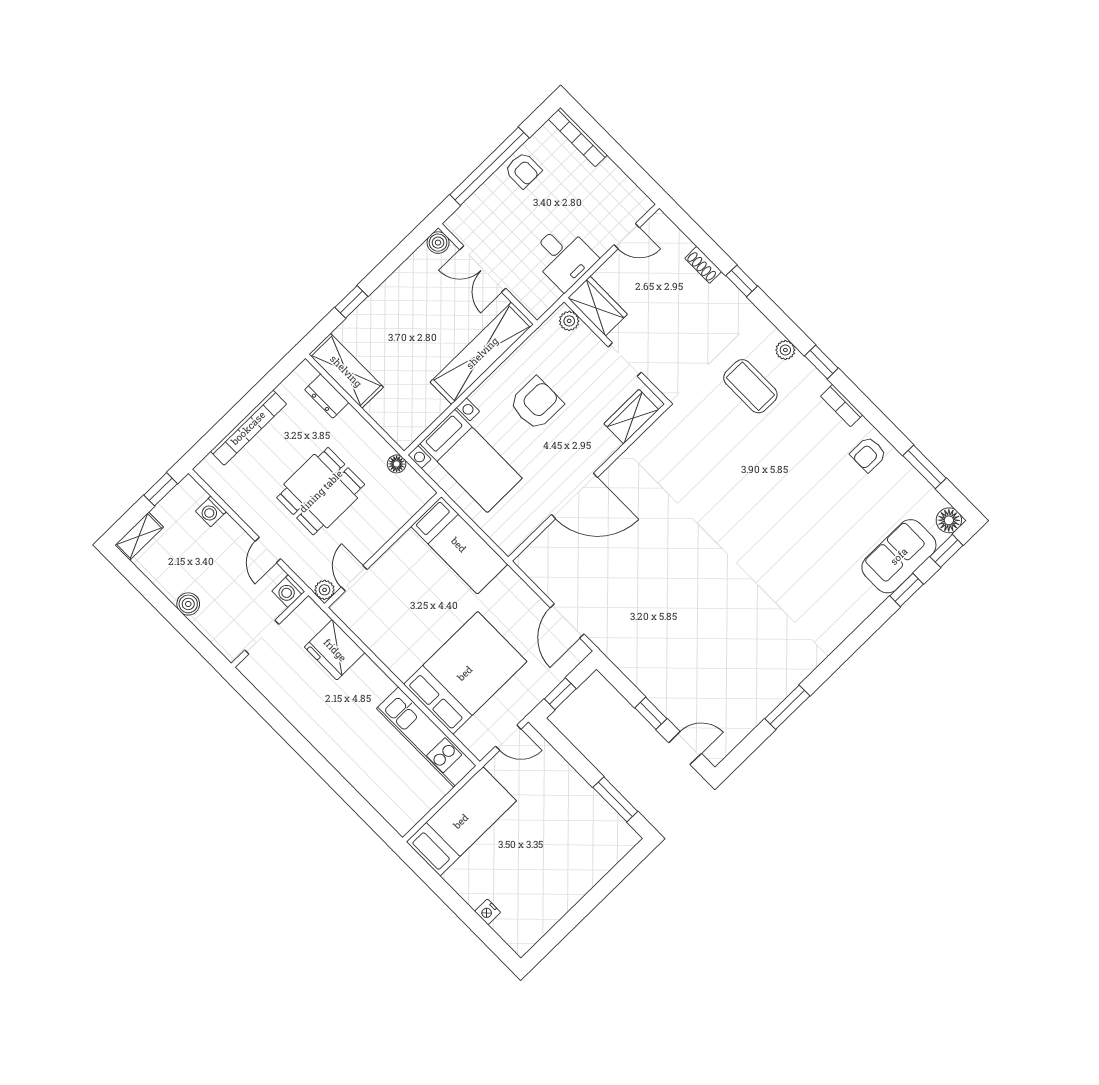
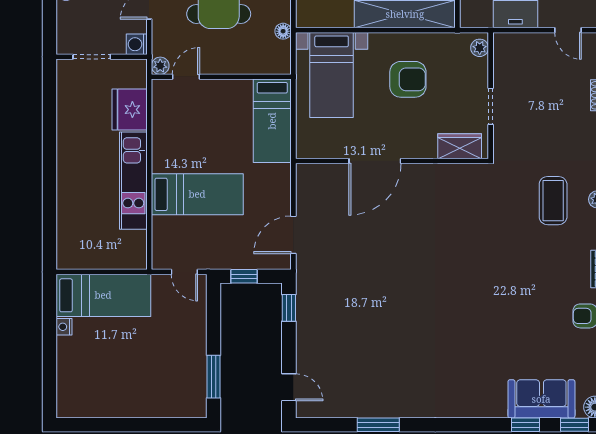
wardrobe: (598, 306) -> (507, 56), removed
door: (574, 496) -> (375, 161), hinge flipped
bed: (465, 673) -> (197, 194), width x0.67
window: (651, 713) -> (289, 308), moved
kitchen unit: (426, 737) -> (133, 181), moved
nightstand: (488, 912) -> (64, 327), moved

